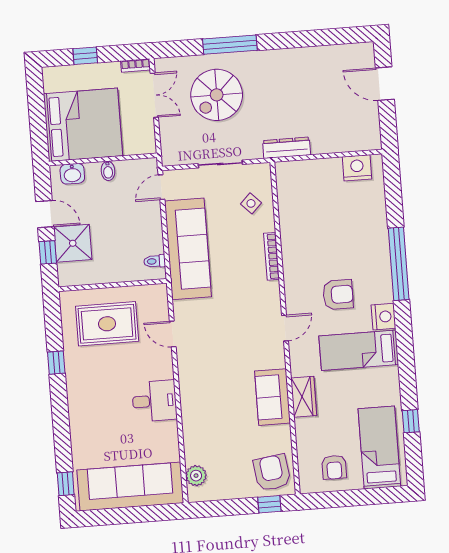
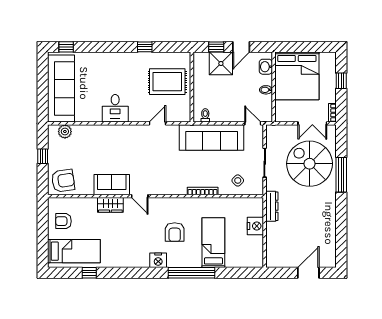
spiral stairs: (217, 95) -> (310, 164), width x1.37, depth x1.37
nightstand: (357, 168) -> (255, 226), moved
rug: (107, 324) -> (167, 82), turned 90
door: (285, 328) -> (140, 196), moved
bed: (359, 350) -> (213, 243), moved
window: (269, 504) -> (43, 156), moved

